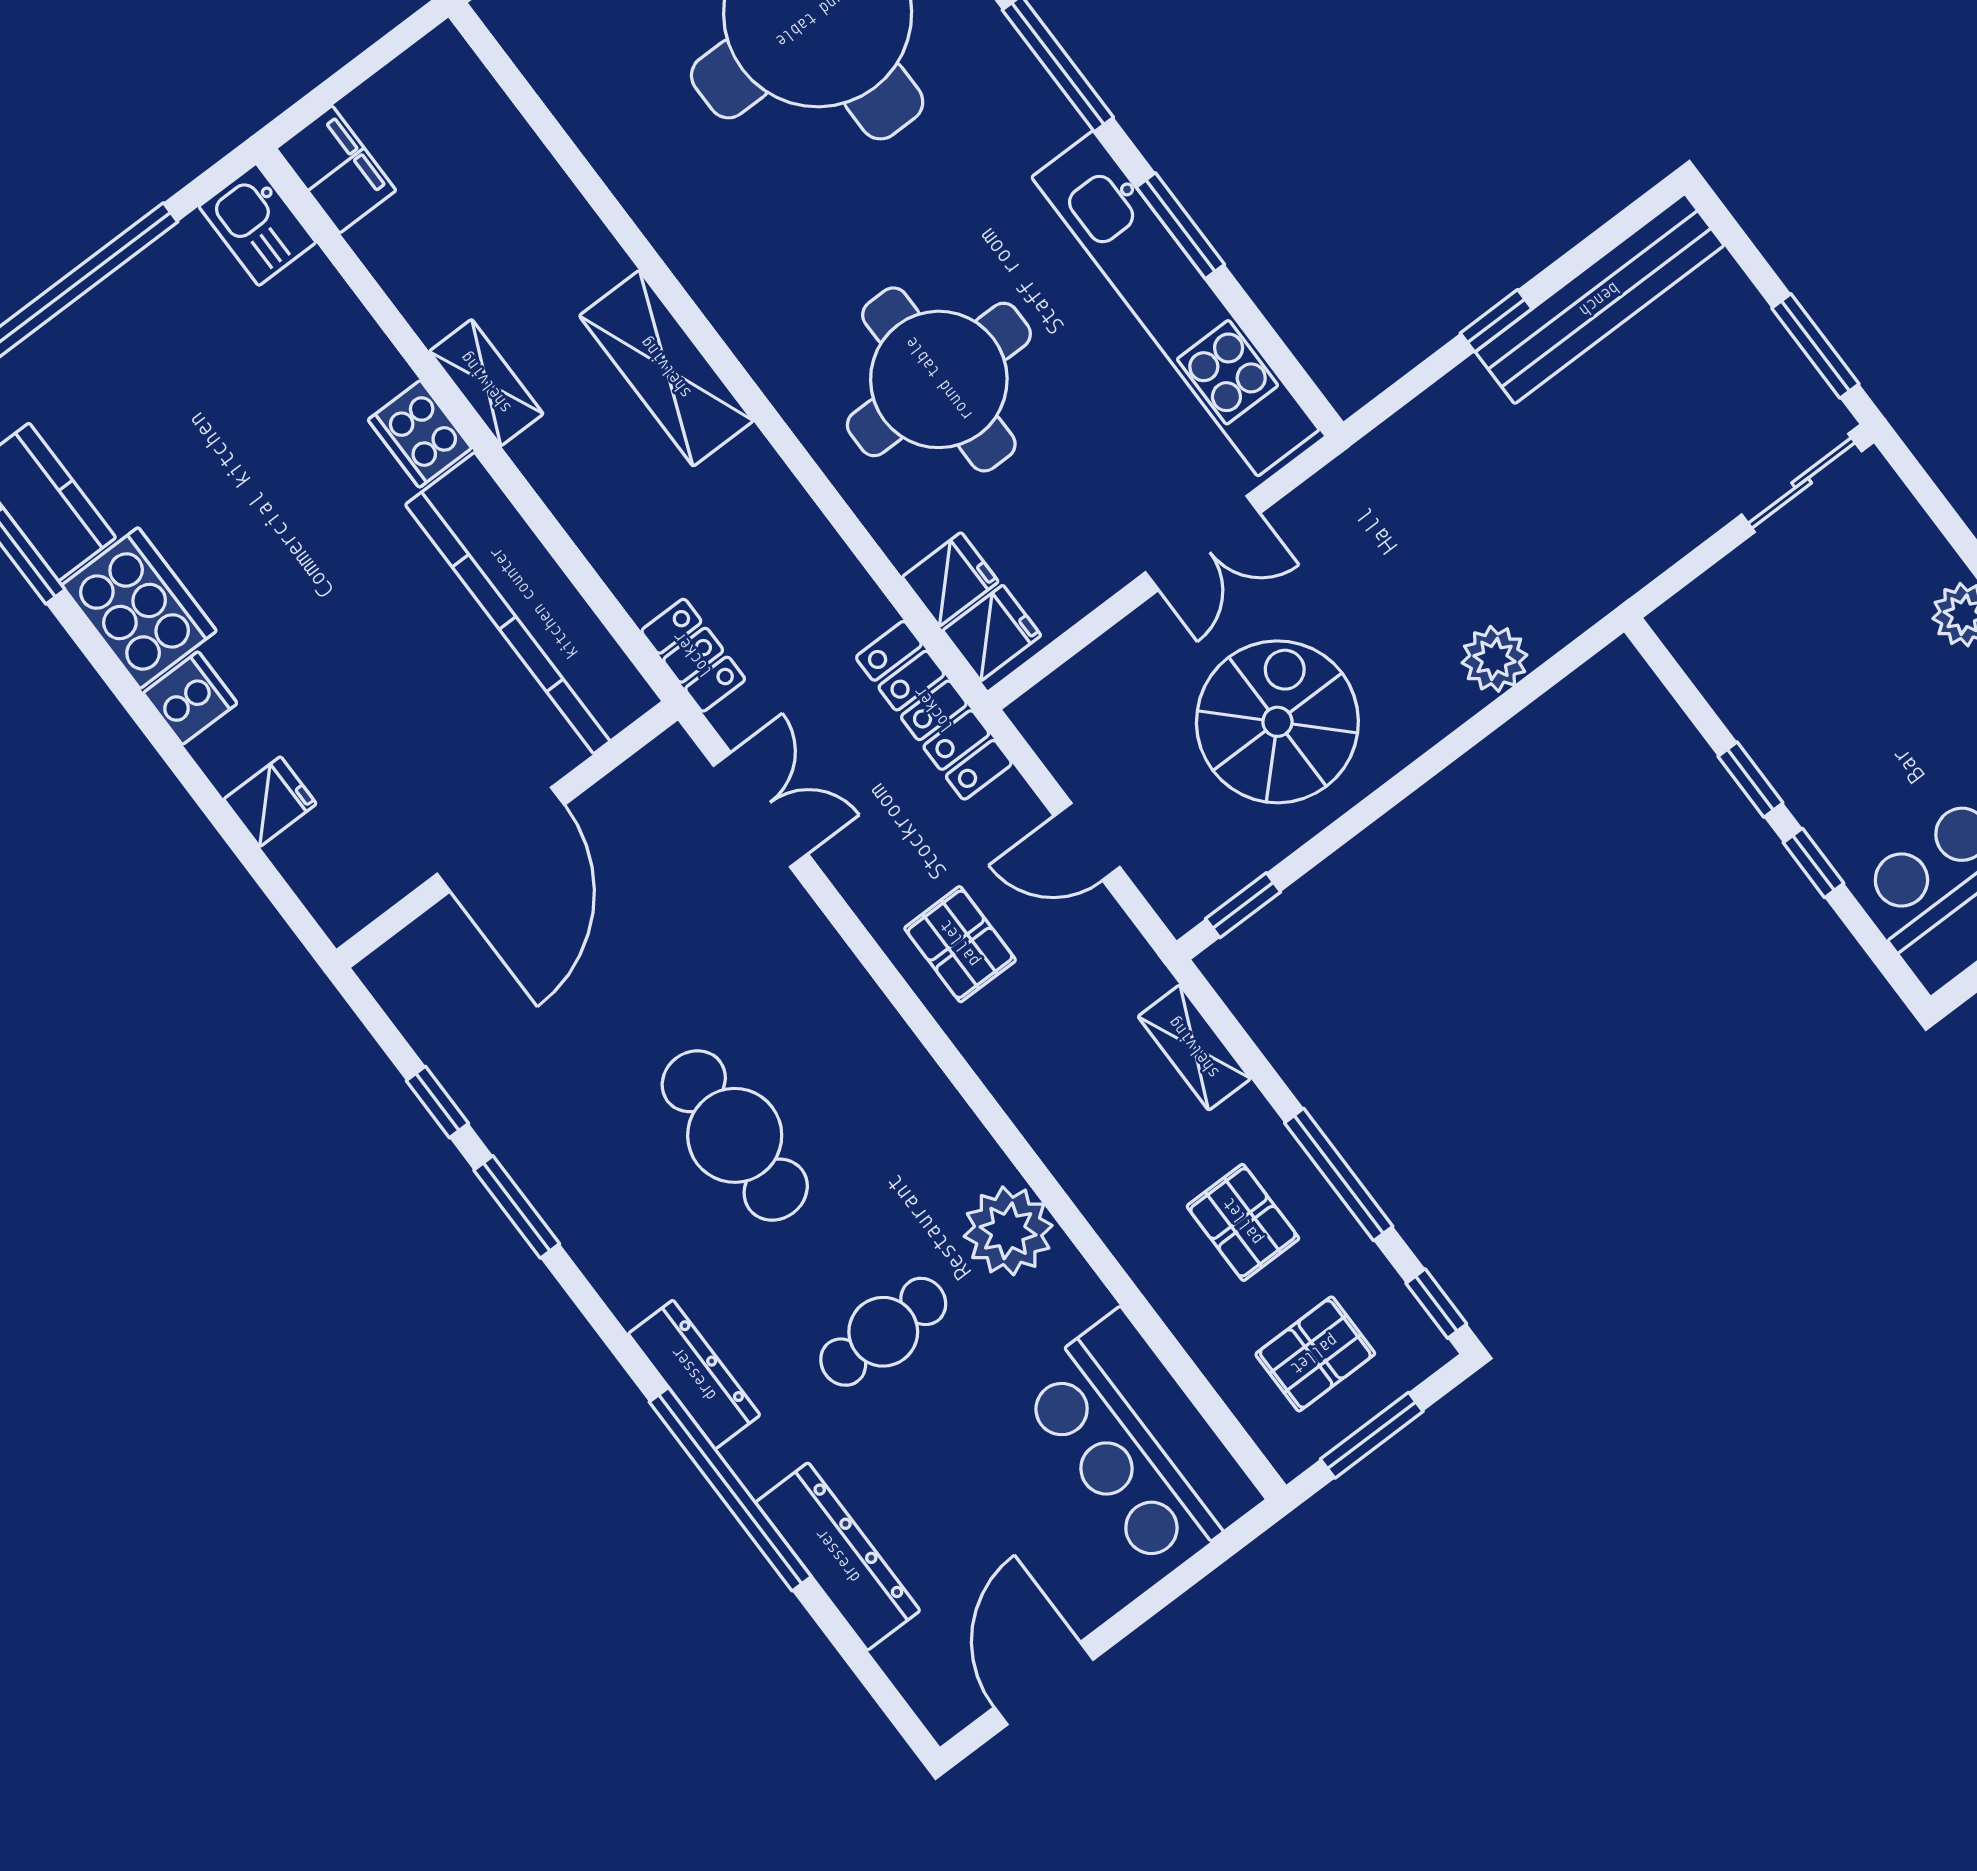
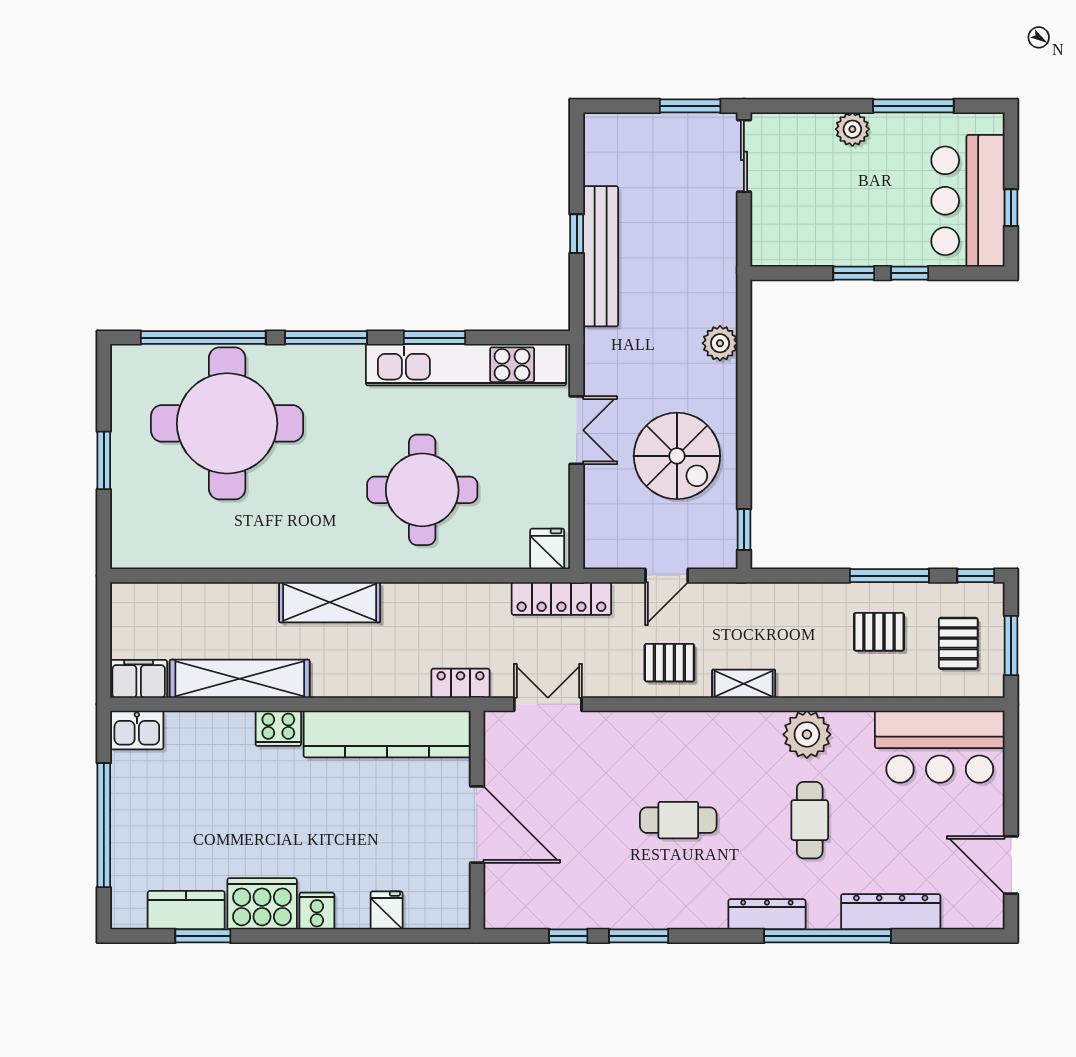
bench: (1600, 299) -> (601, 256), moved
shelving: (486, 383) -> (240, 679), width x2.20, depth x1.33
fridge: (950, 579) -> (511, 549), removed
spiral stairs: (1277, 722) -> (677, 456), turned 180
shelving: (1194, 1048) -> (744, 684), moved
cafe table: (735, 1135) -> (678, 820), width x0.73, depth x0.74

